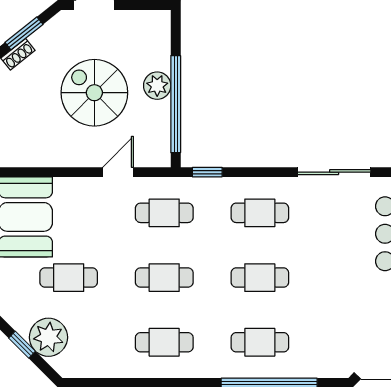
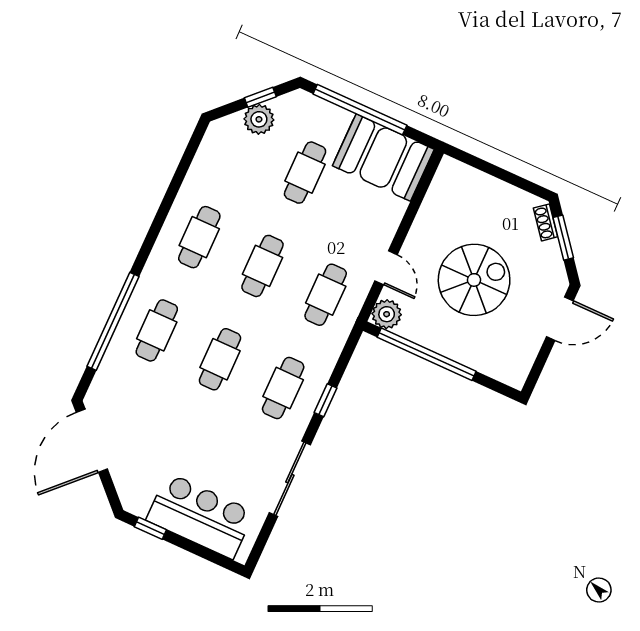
plant: (157, 86) -> (387, 314), moved
window: (207, 172) -> (326, 400), moved
plant: (48, 337) -> (259, 119), width x0.73, depth x0.73

